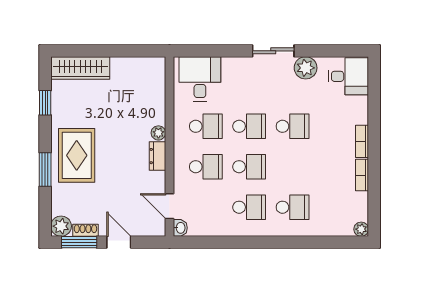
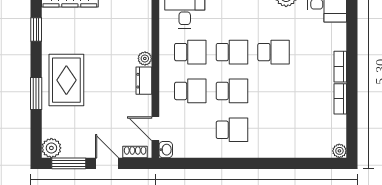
school desk: (293, 207) -> (274, 130), removed
shoe rack: (85, 230) -> (135, 152), moved

